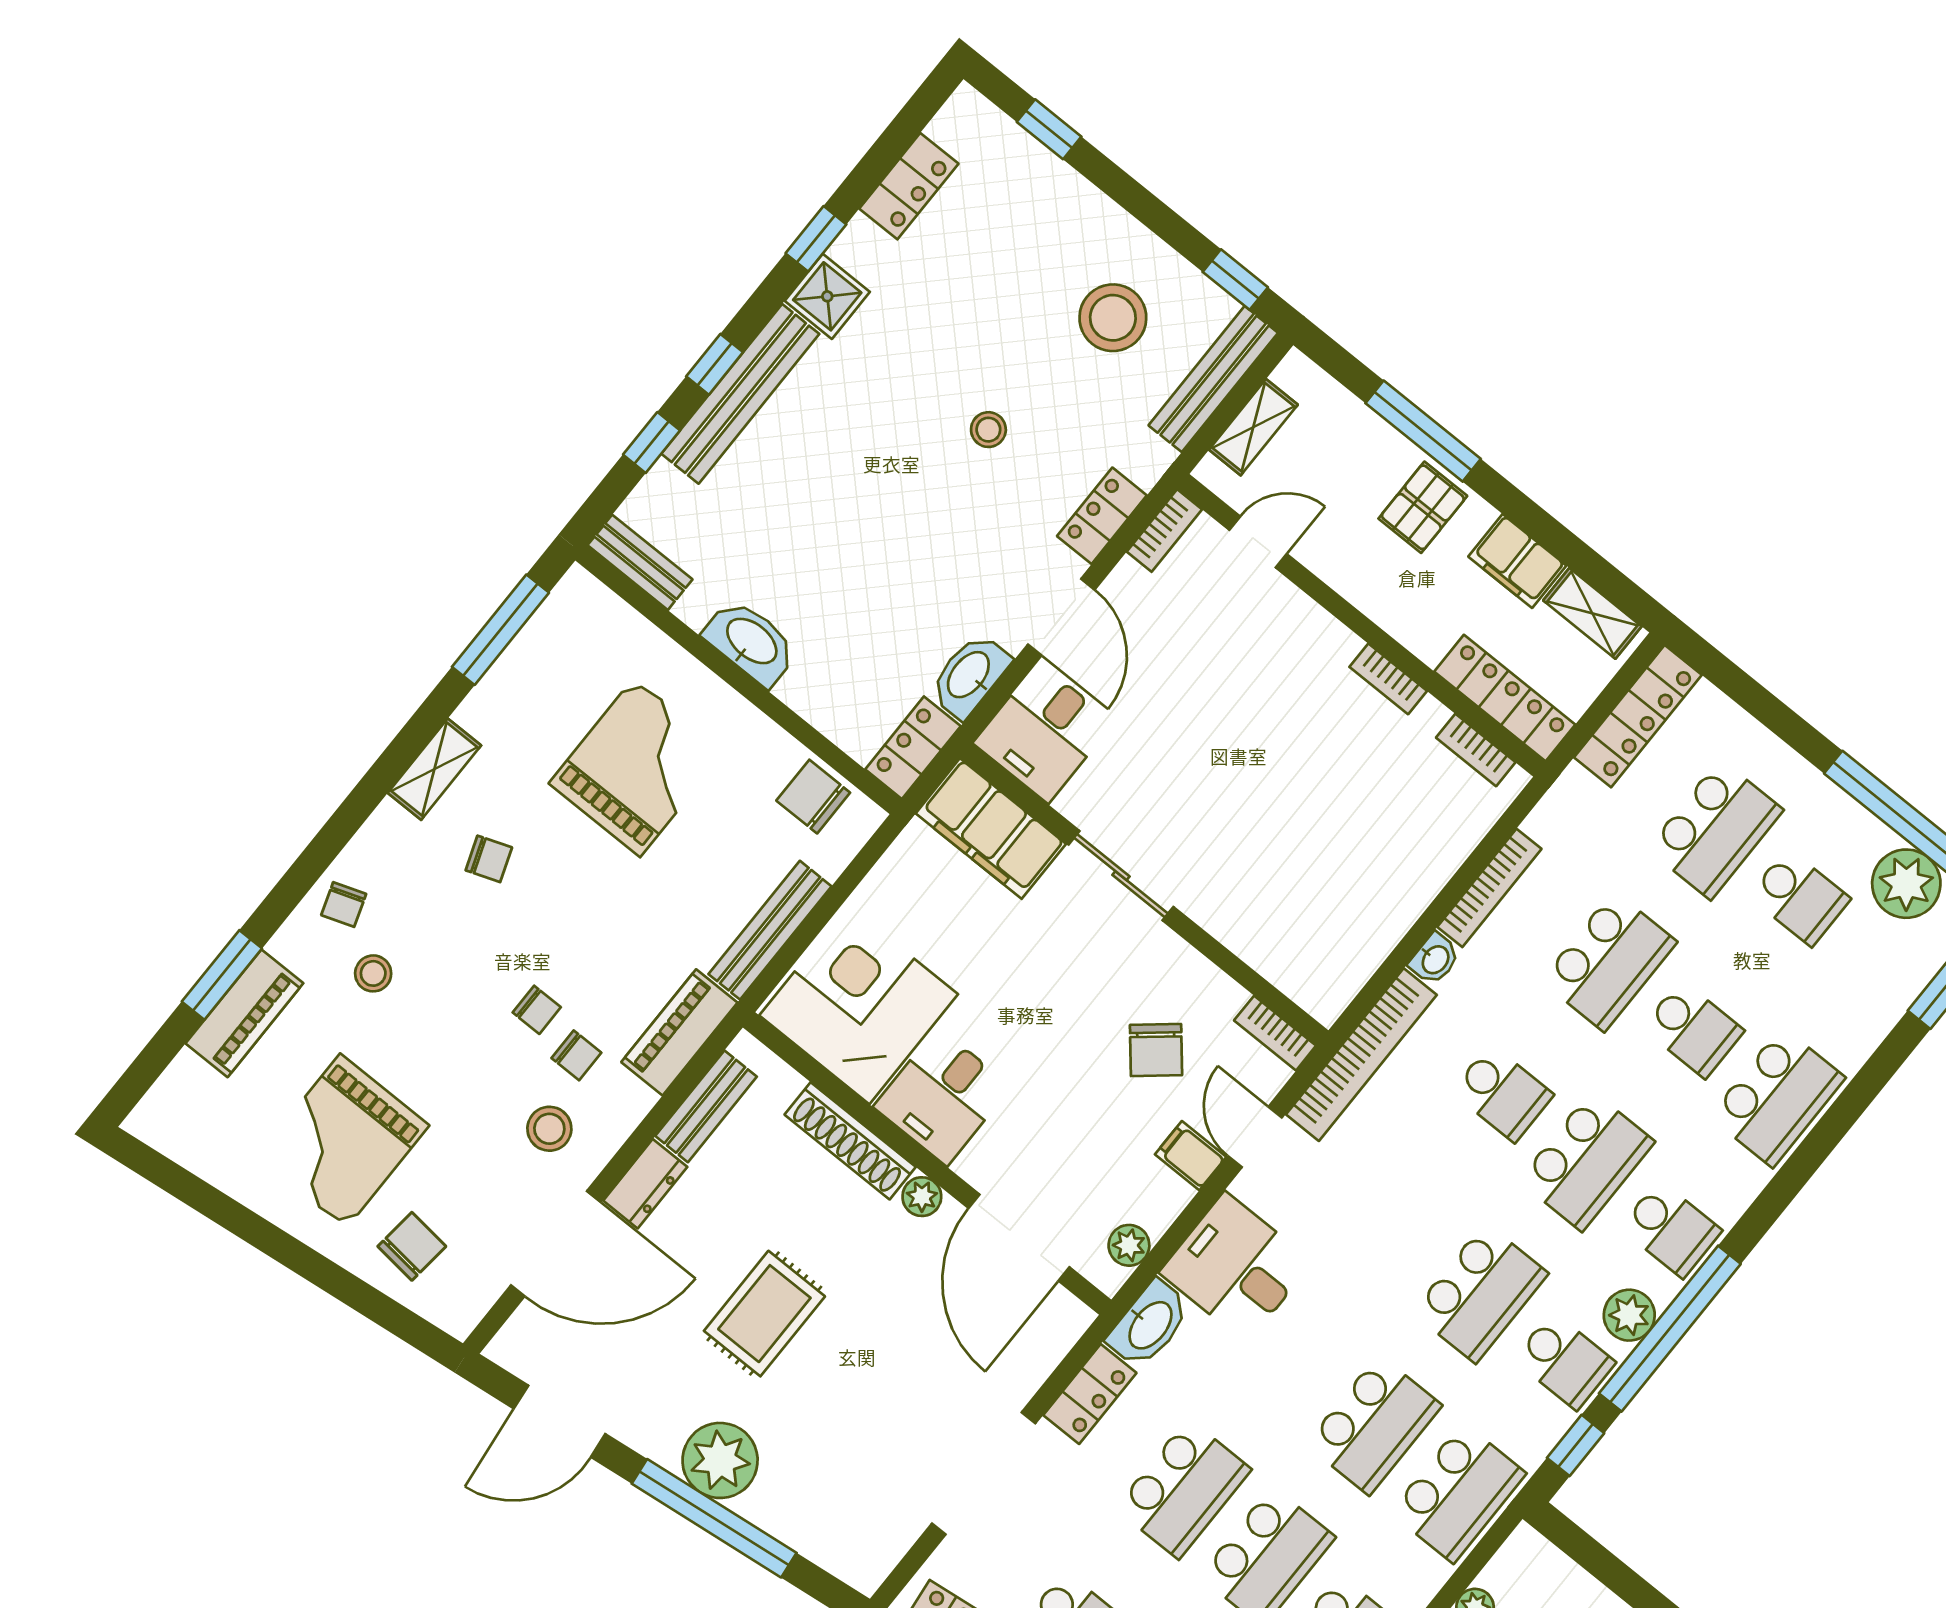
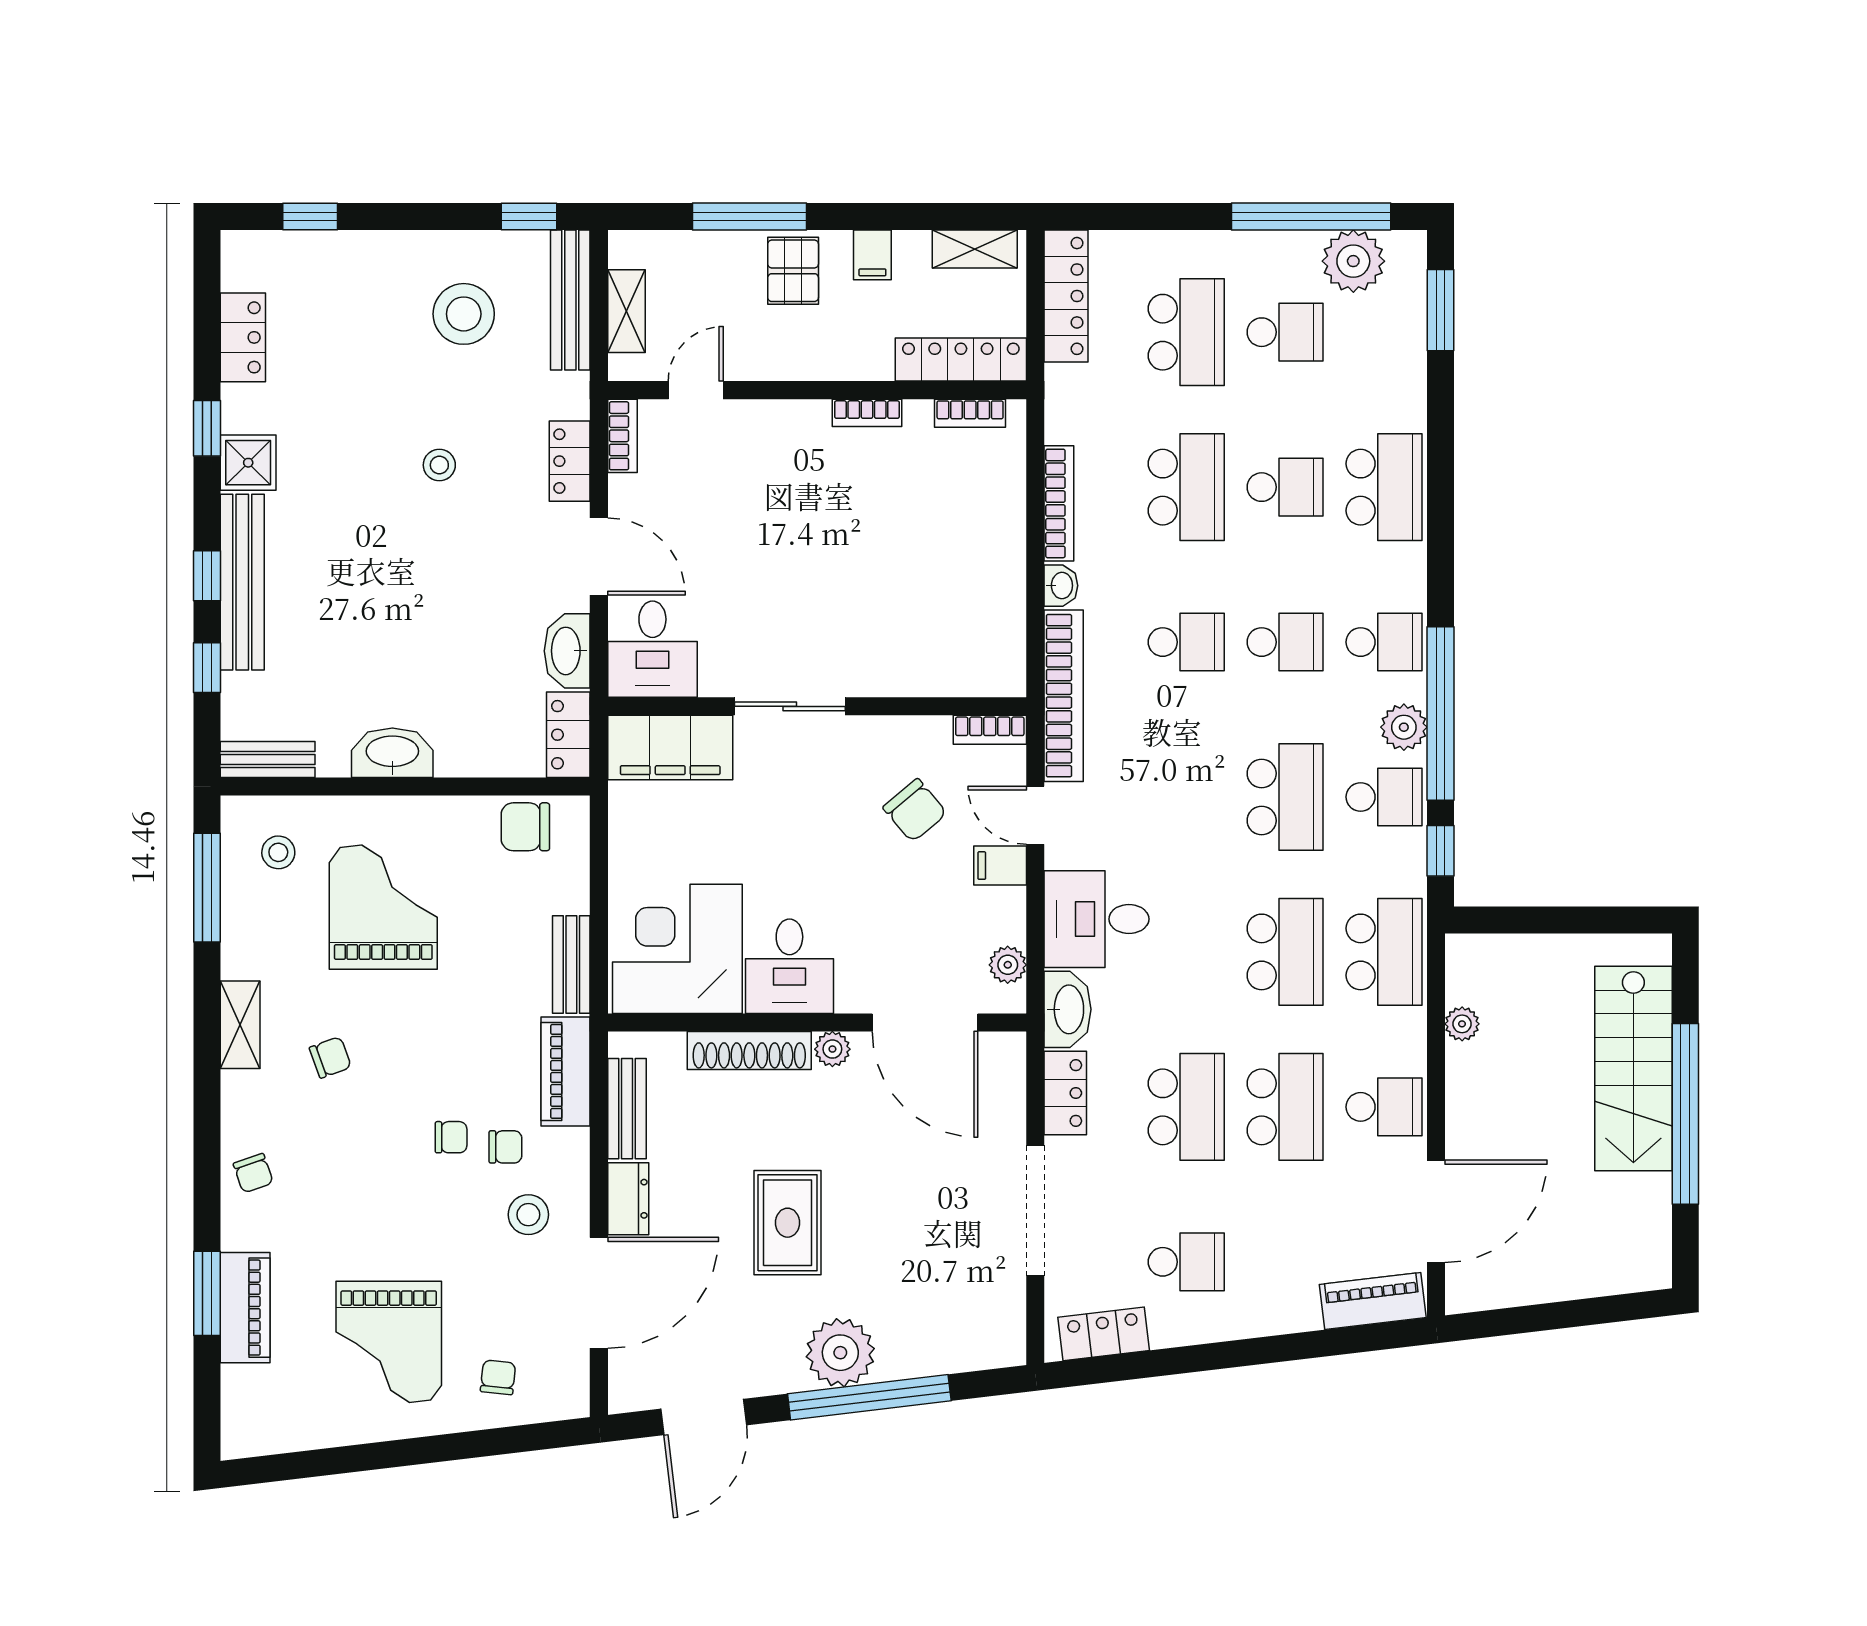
filing cabinet: (1517, 561) -> (872, 255), width x0.50
bench: (770, 930) -> (571, 964), width x0.73
stool: (373, 973) -> (278, 852), moved
school desk: (1587, 1161) -> (1285, 642), width x0.54
chair: (412, 1246) -> (498, 1377), width x0.73, depth x0.73

